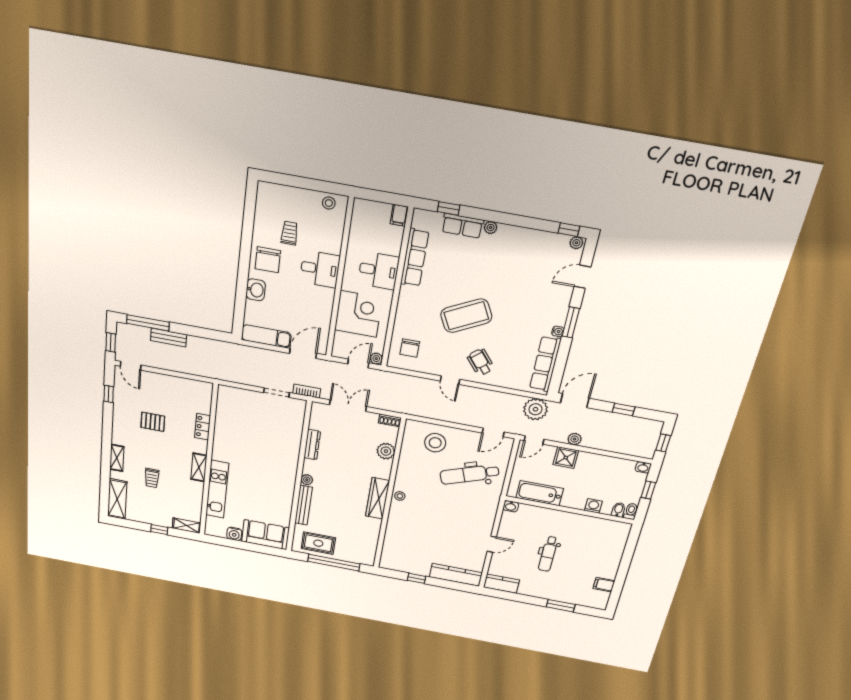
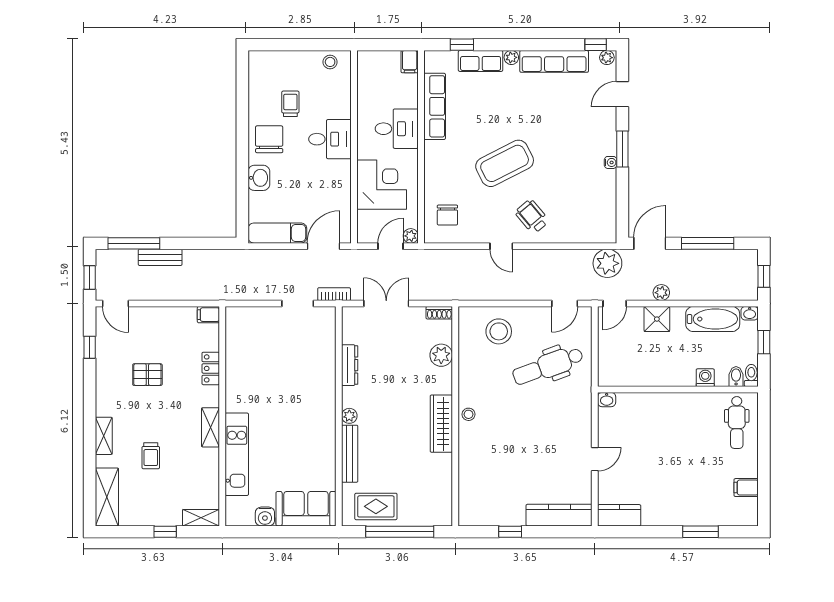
chair: (268, 260) -> (269, 139), turned 180
row of seats: (545, 364) -> (554, 61), moved, turned -90
filing cabinet: (204, 388) -> (208, 315), added
window: (624, 410) -> (708, 243), width x2.17
bathtub: (540, 493) -> (713, 319), moved, turned 180
dental chair: (548, 554) -> (737, 422), moved

